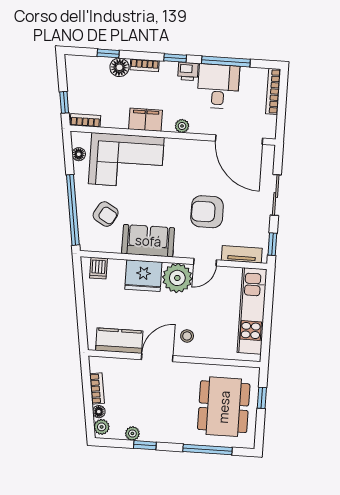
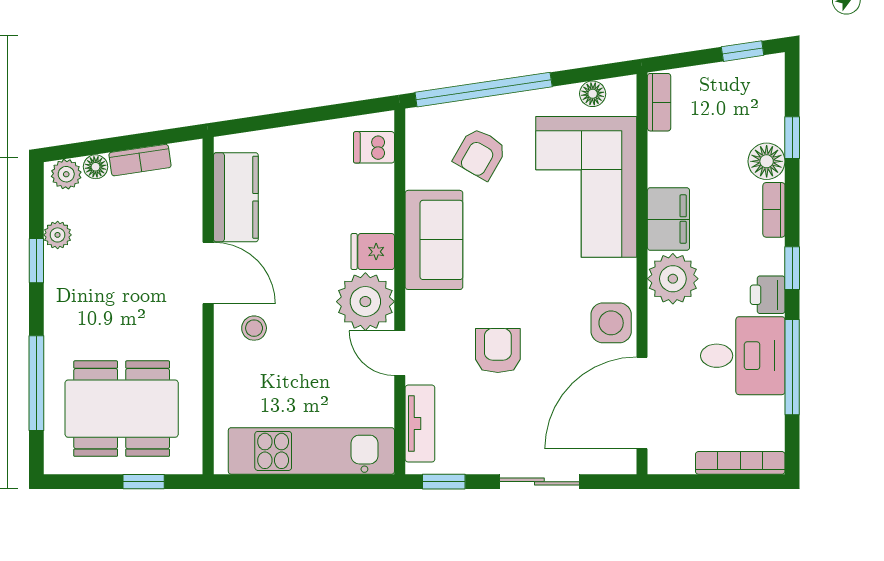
window: (64, 102) -> (743, 51), moved
plant: (182, 126) -> (673, 279), width x1.88, depth x1.88
side table: (197, 153) -> (611, 323), added
armchair: (207, 212) -> (498, 351), width x0.72, depth x0.72
fridge: (143, 276) -> (373, 252), width x0.53, depth x0.75

